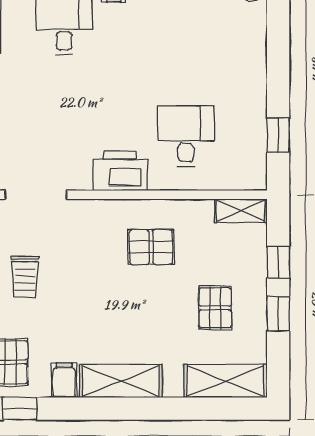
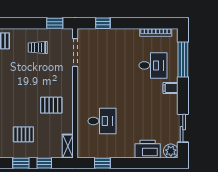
printer: (120, 171) -> (148, 149), moved, turned -90
pallet: (151, 247) -> (51, 105), turned 90

